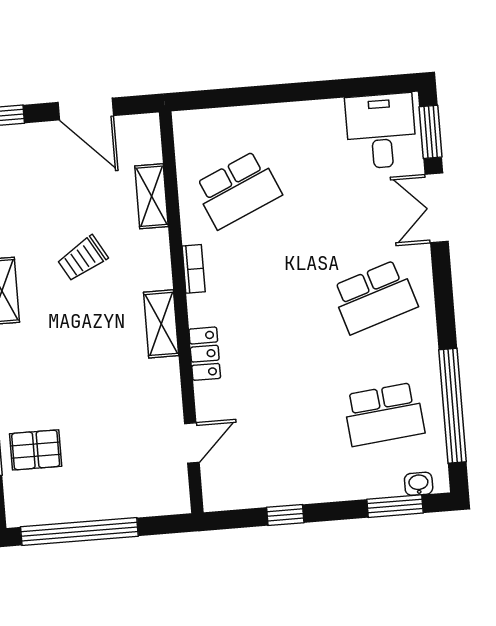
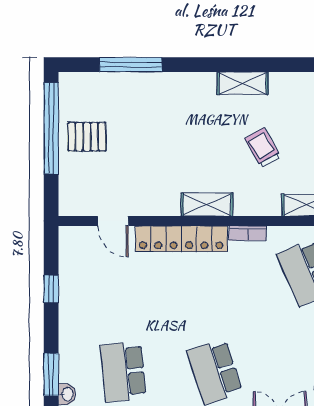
locker: (205, 354) -> (181, 239), width x2.16, depth x1.21
pallet: (36, 450) -> (87, 137), moved, turned 90

